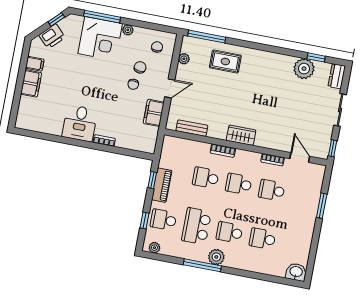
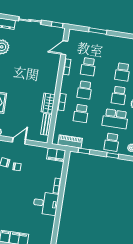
door: (170, 88) -> (19, 141), hinge flipped
filing cabinet: (154, 113) -> (56, 155), moved
wardrobe: (241, 135) -> (48, 103), moved
piano: (162, 185) -> (70, 142), moved

